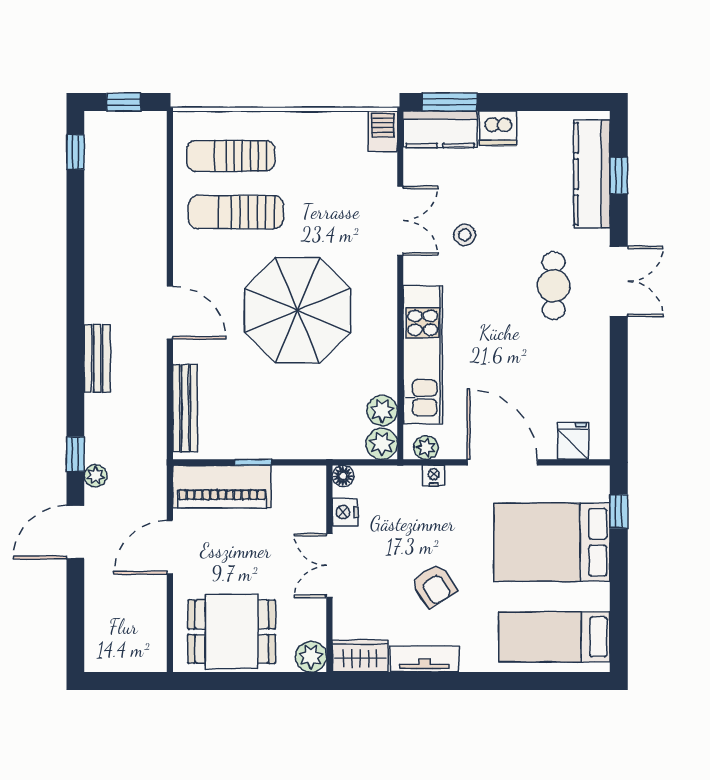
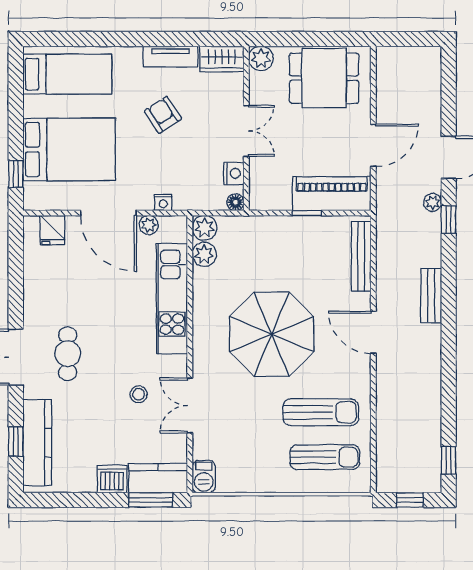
plant: (426, 447) -> (149, 225), moved

